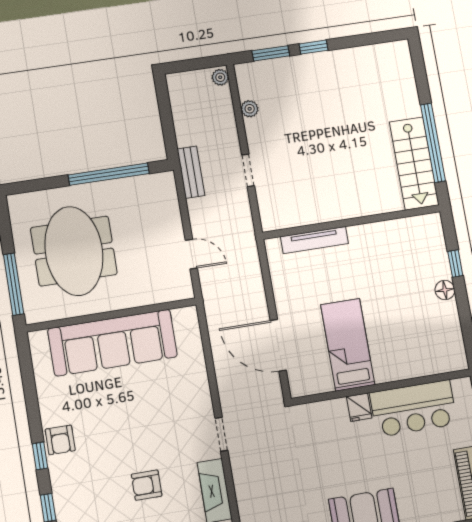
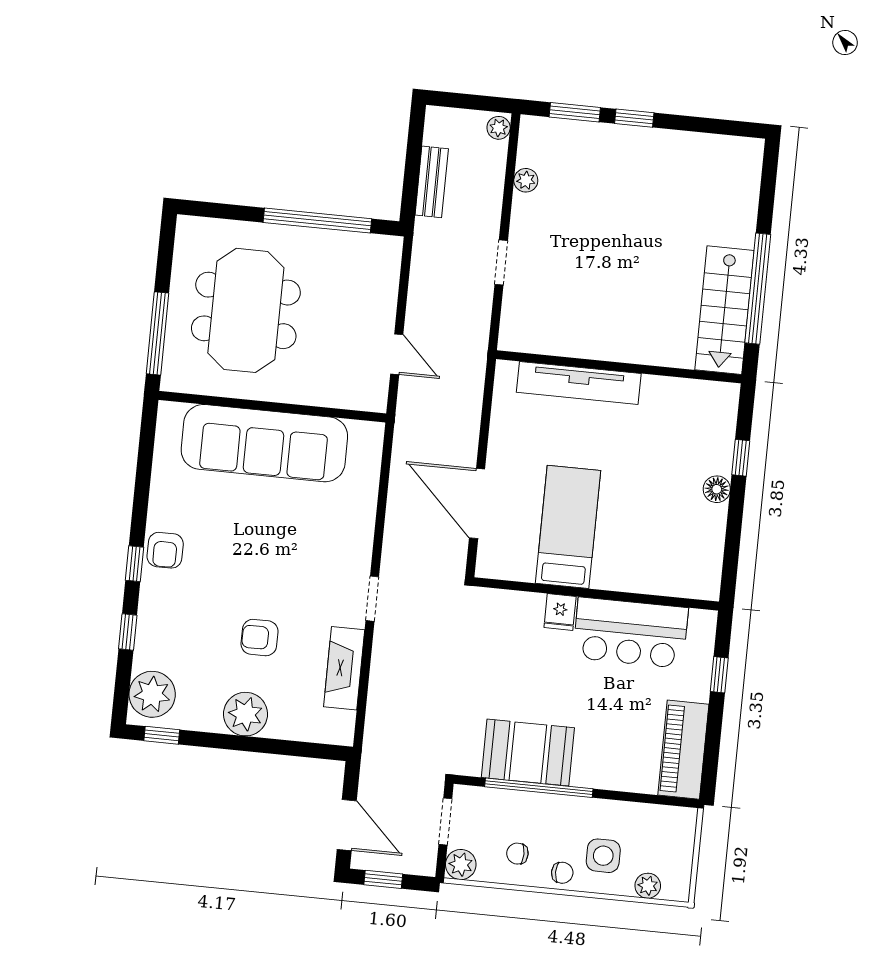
bench: (191, 172) -> (432, 182), moved
tv unit: (314, 240) -> (579, 383), width x1.36, depth x1.29

